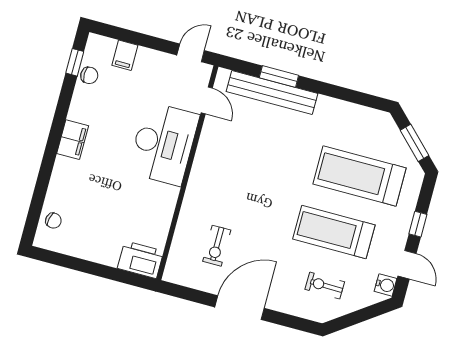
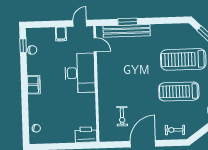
filing cabinet: (125, 55) -> (61, 34), moved
exercise bike: (325, 286) -> (175, 130), moved

